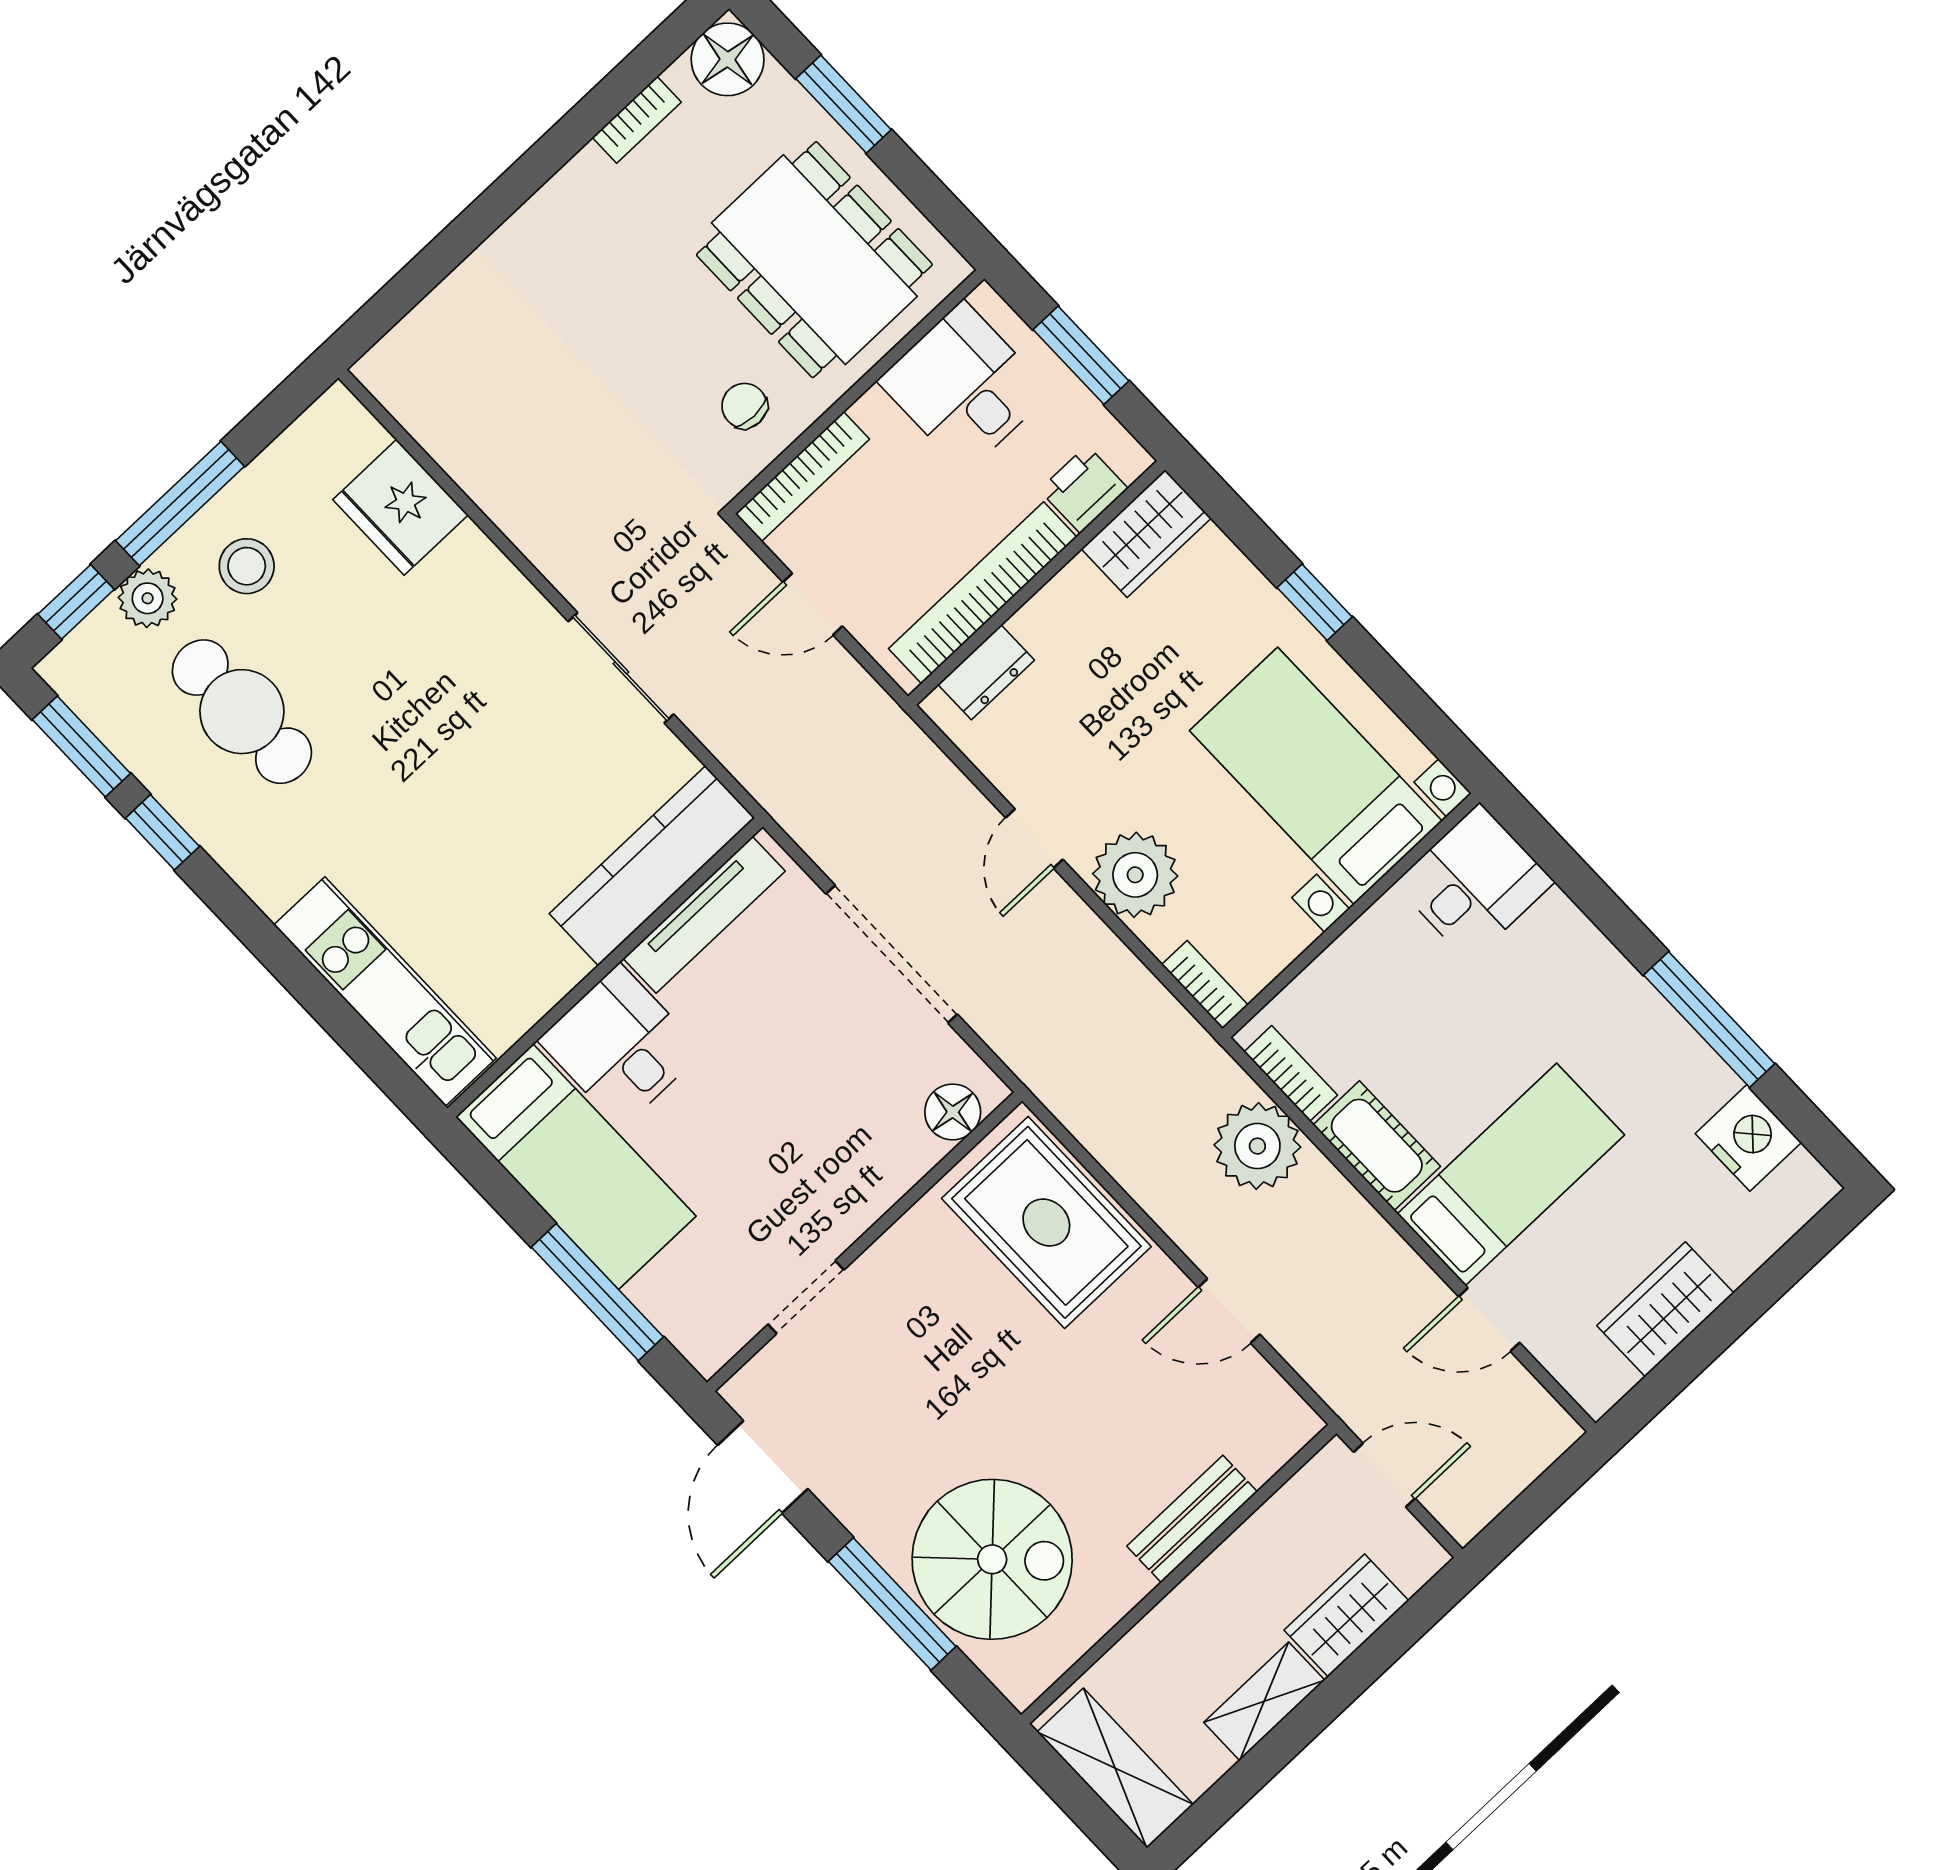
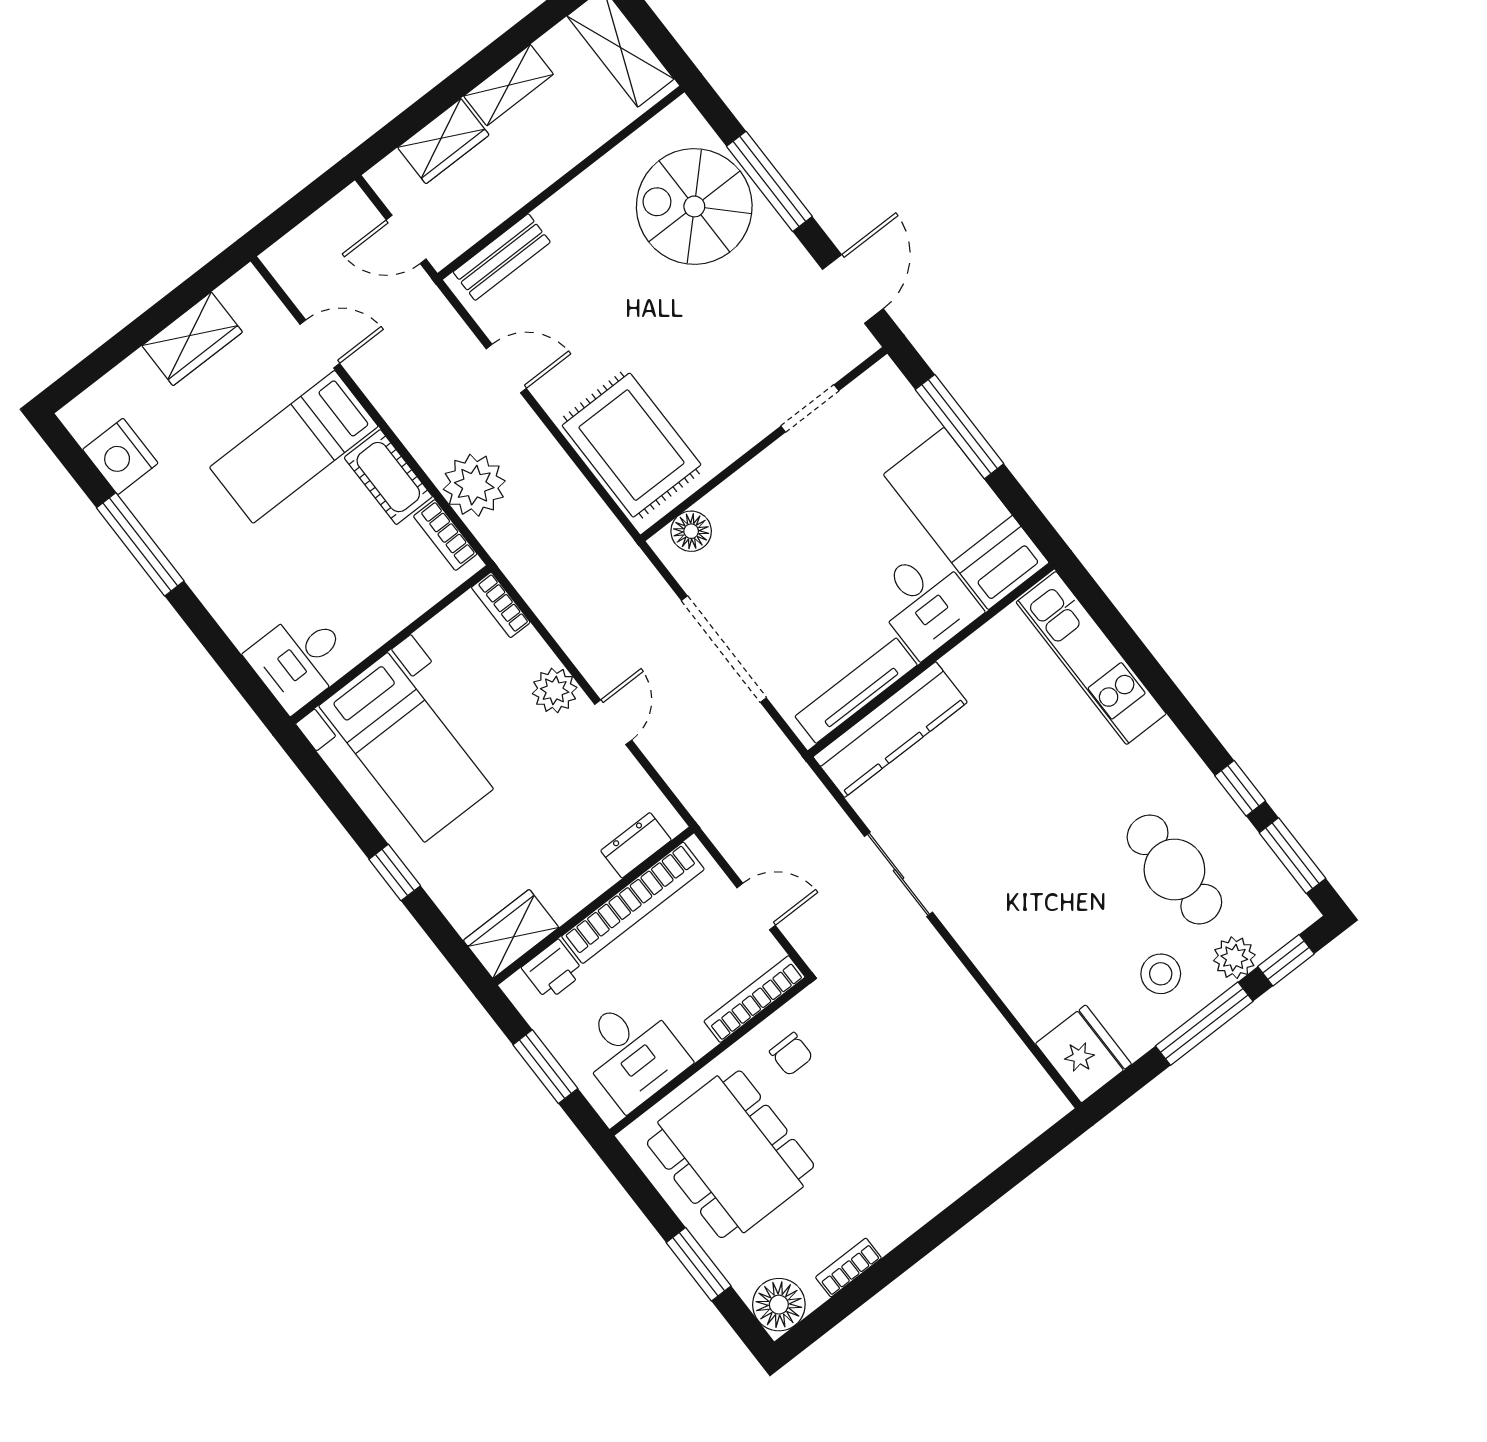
fridge: (400, 507) -> (1083, 1054), moved
plant: (1135, 875) -> (555, 690), width x0.73, depth x0.73
bench: (1192, 1519) -> (502, 257), moved

